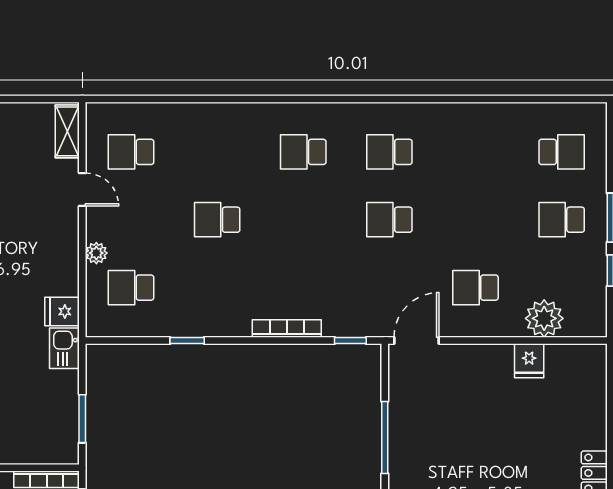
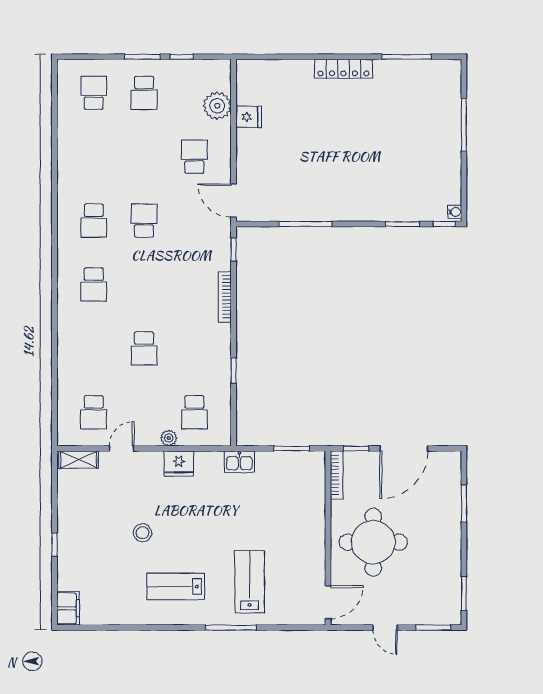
school desk: (389, 220) -> (144, 221), turned 180
school desk: (475, 288) -> (194, 157), turned 180
fridge: (62, 311) -> (179, 463), moved, width x1.38

